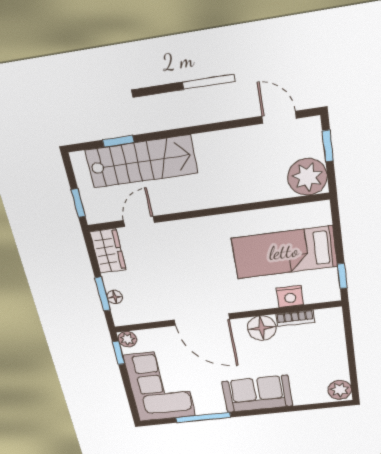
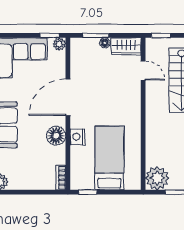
nightstand: (290, 296) -> (77, 137), moved
floor lamp: (115, 297) -> (105, 43), moved
bookcase: (295, 318) -> (61, 178), moved

